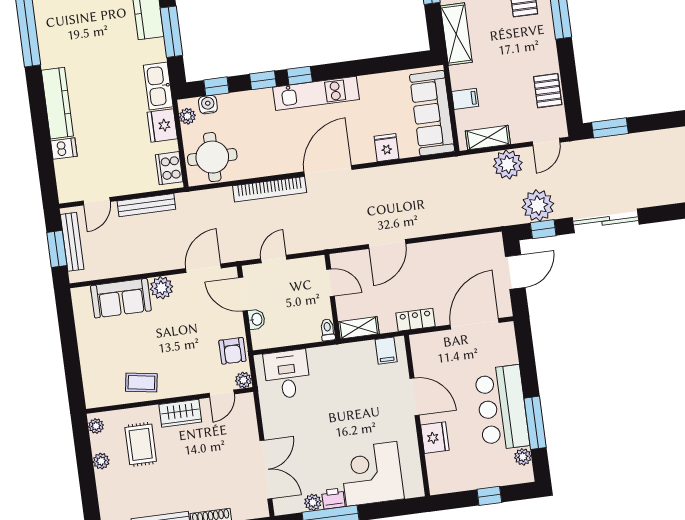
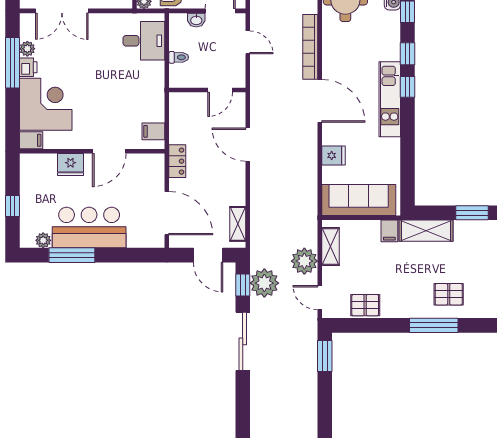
filing cabinet: (465, 99) -> (389, 231), moved
shelving: (359, 328) -> (238, 224), moved
toilet: (328, 330) -> (179, 57), moved
filing cabinet: (414, 485) -> (31, 140), added

